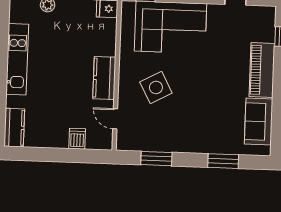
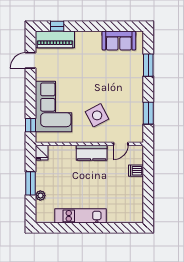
piano: (262, 70) -> (55, 39), moved
kitchen counter: (14, 128) -> (130, 216), removed

